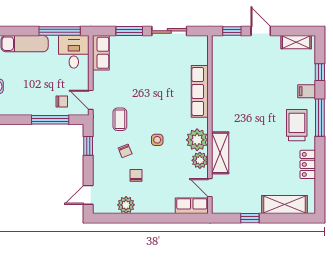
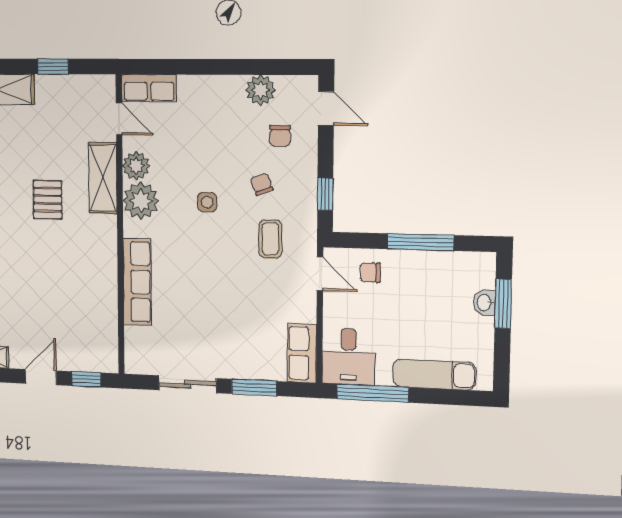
door: (261, 31) -> (41, 377), swing flipped
window: (50, 120) -> (420, 242), moved
pallet: (255, 139) -> (48, 200), added
chair: (136, 175) -> (280, 136), moved
door: (88, 195) -> (326, 108), hinge flipped

